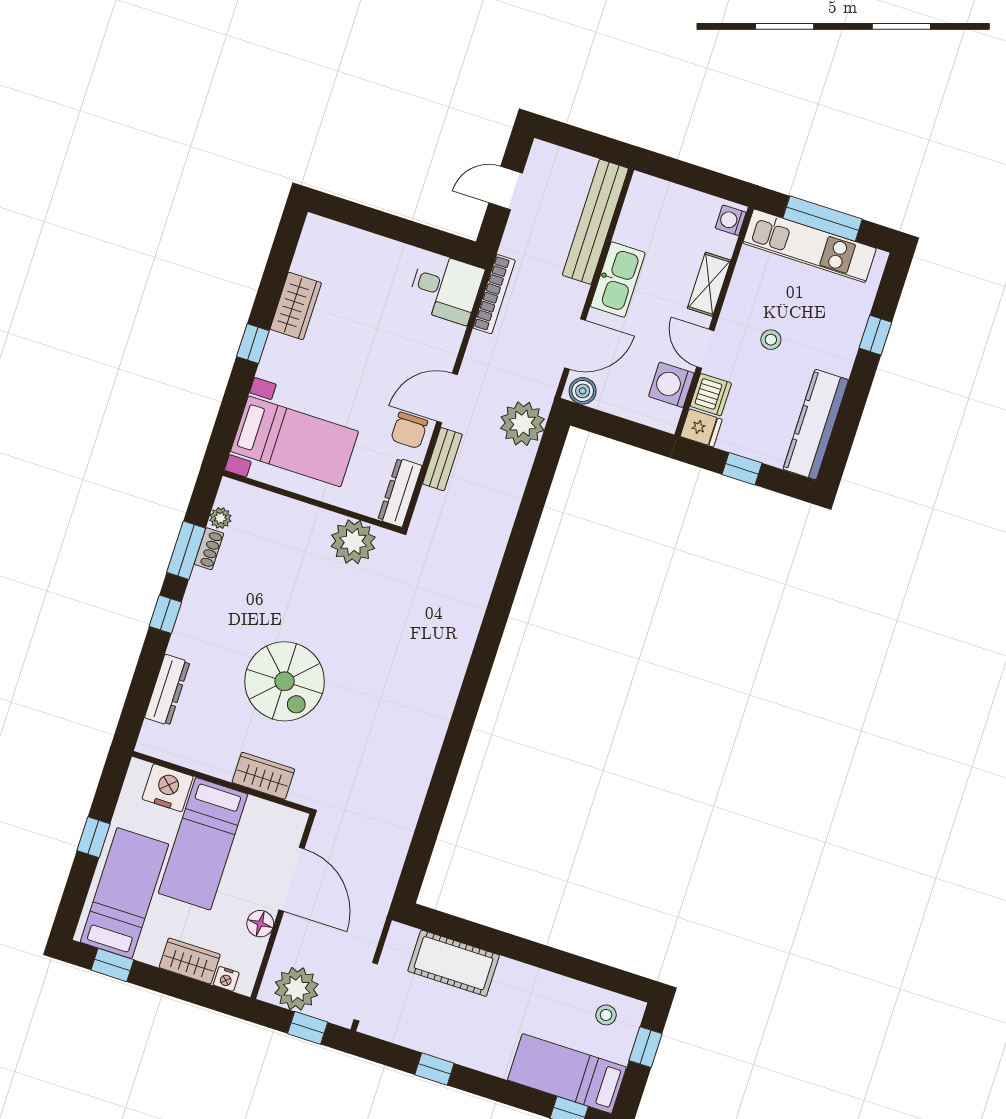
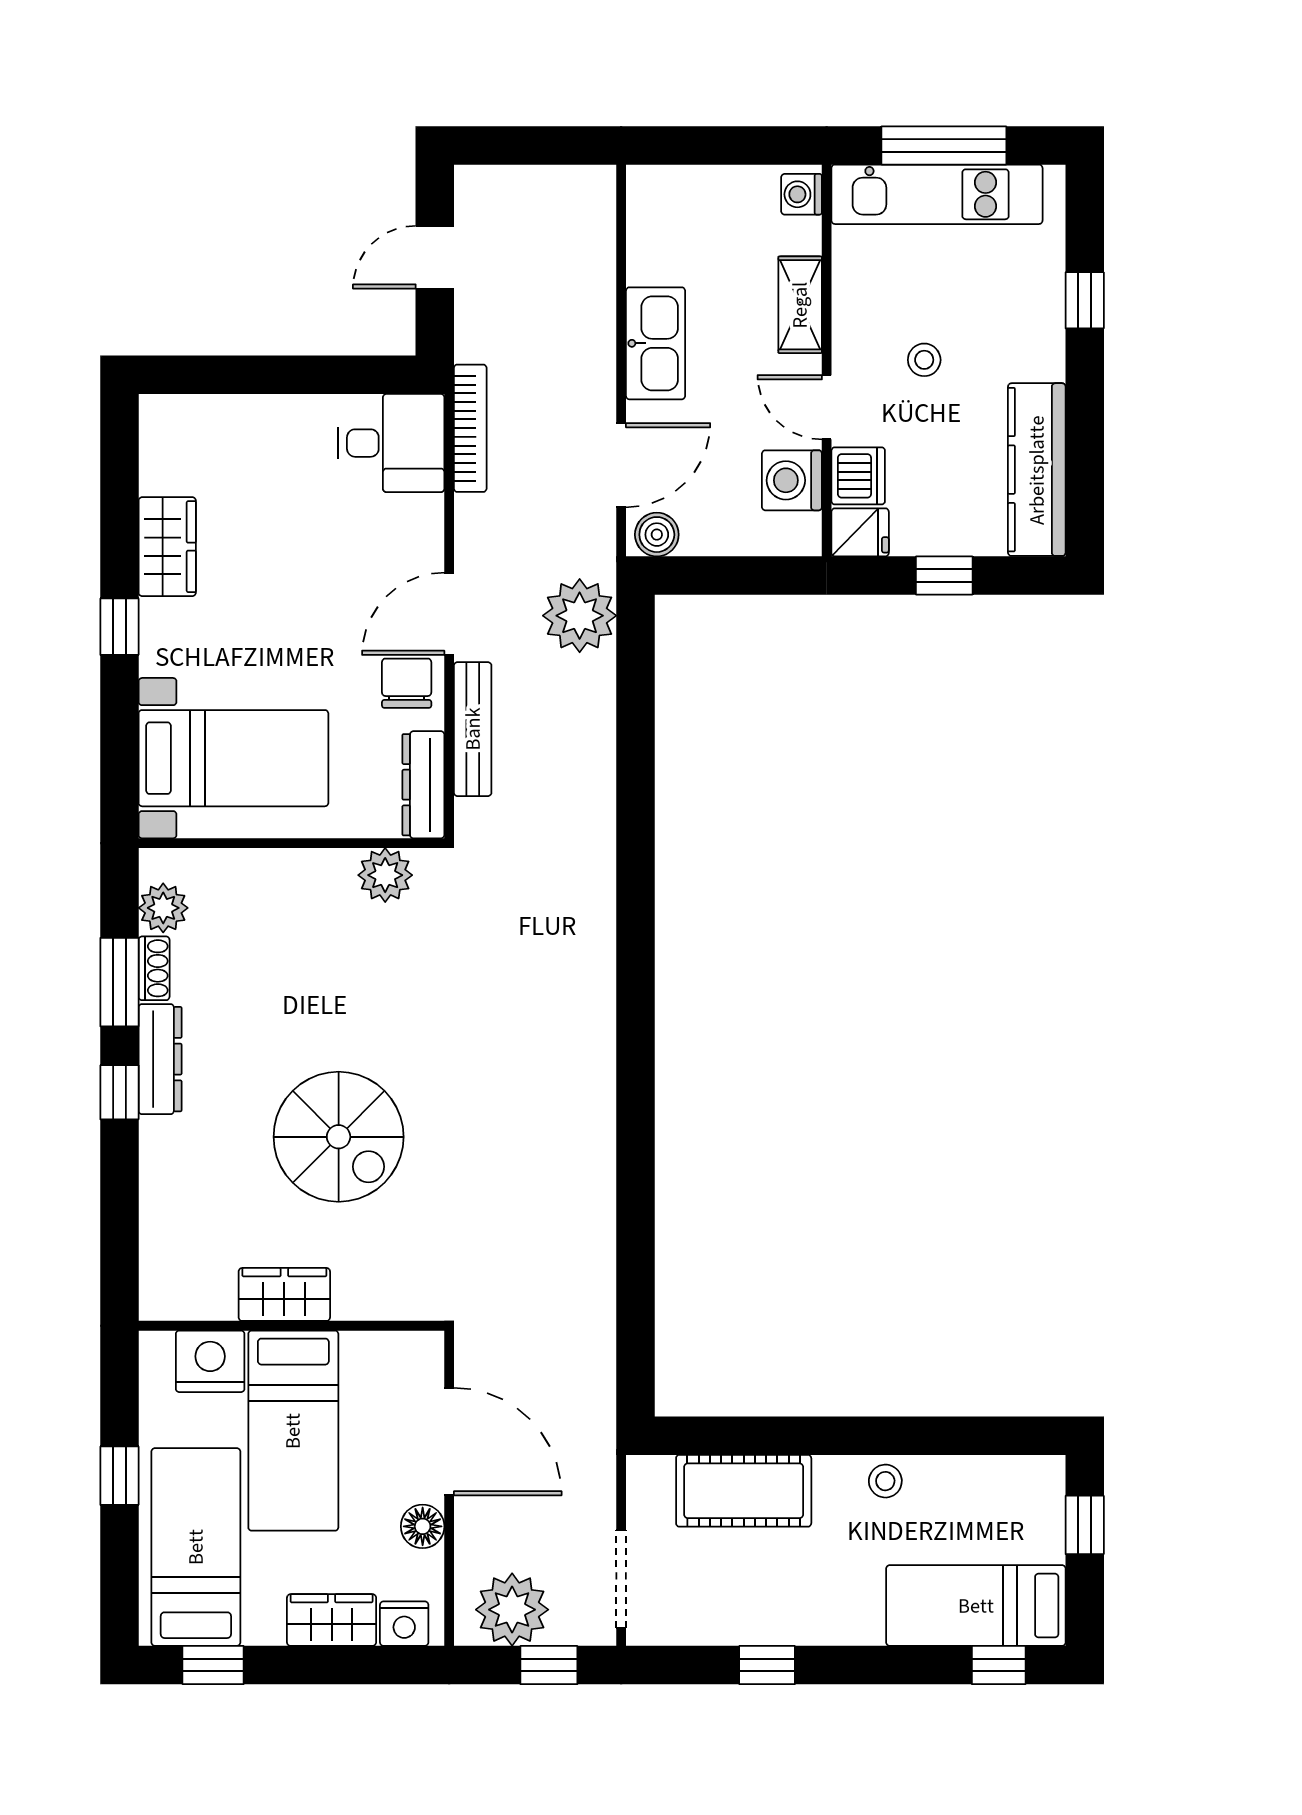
bench: (595, 222) -> (591, 265), removed
chair: (409, 430) -> (407, 683), turned 180
bench: (442, 459) -> (473, 729), width x1.36
plant: (220, 518) -> (163, 908), width x1.38, depth x1.38
plant: (353, 542) -> (385, 875), width x0.73, depth x0.73
dresser: (167, 690) -> (160, 1059), moved
wardrobe: (263, 776) -> (284, 1294), moved
nightstand: (226, 979) -> (404, 1624), width x1.39, depth x1.35
stool: (606, 1015) -> (885, 1481), moved

